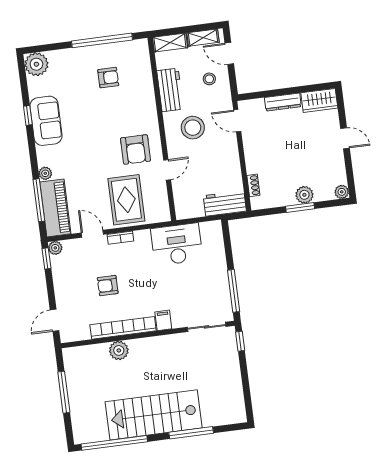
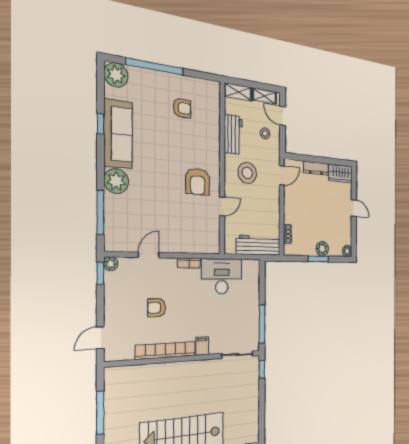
window: (102, 40) -> (155, 67), moved
sofa: (46, 121) -> (118, 134), width x1.36
door: (237, 121) -> (282, 175), swing flipped
plant: (45, 173) -> (116, 181), width x1.87, depth x1.87
rug: (126, 200) -> (184, 227), removed
workbench: (225, 203) -> (258, 245), width x1.38
piano: (55, 208) -> (116, 223), removed
door: (92, 234) -> (149, 255), hinge flipped
bookcase: (120, 238) -> (189, 263), moved
plant: (119, 350) -> (159, 372), removed

